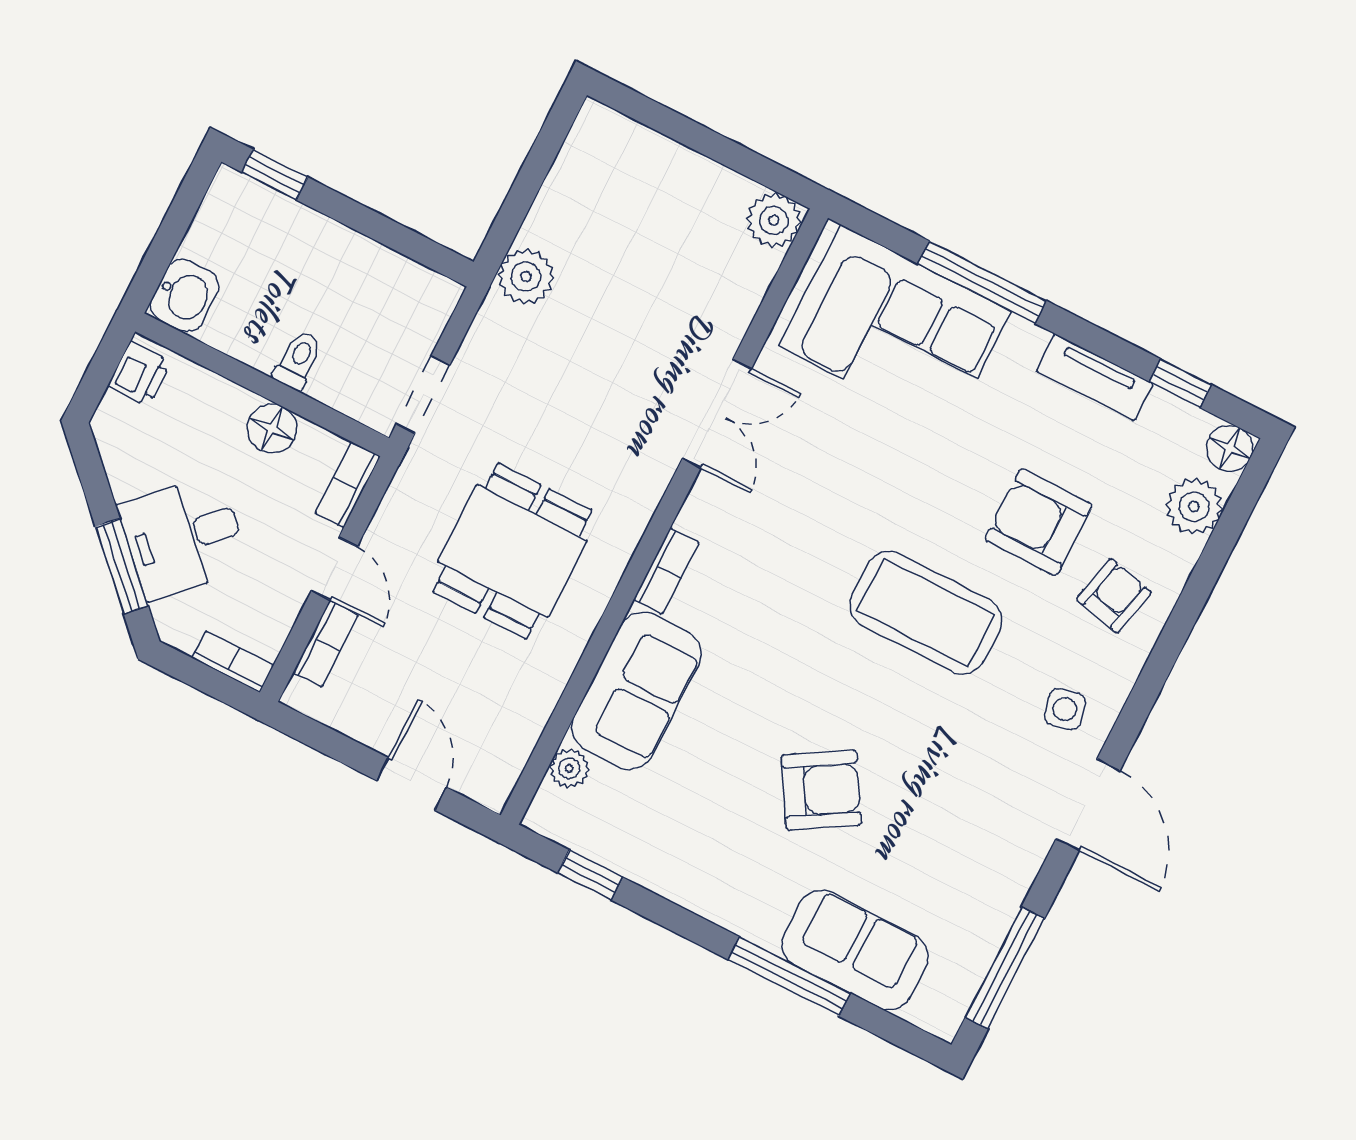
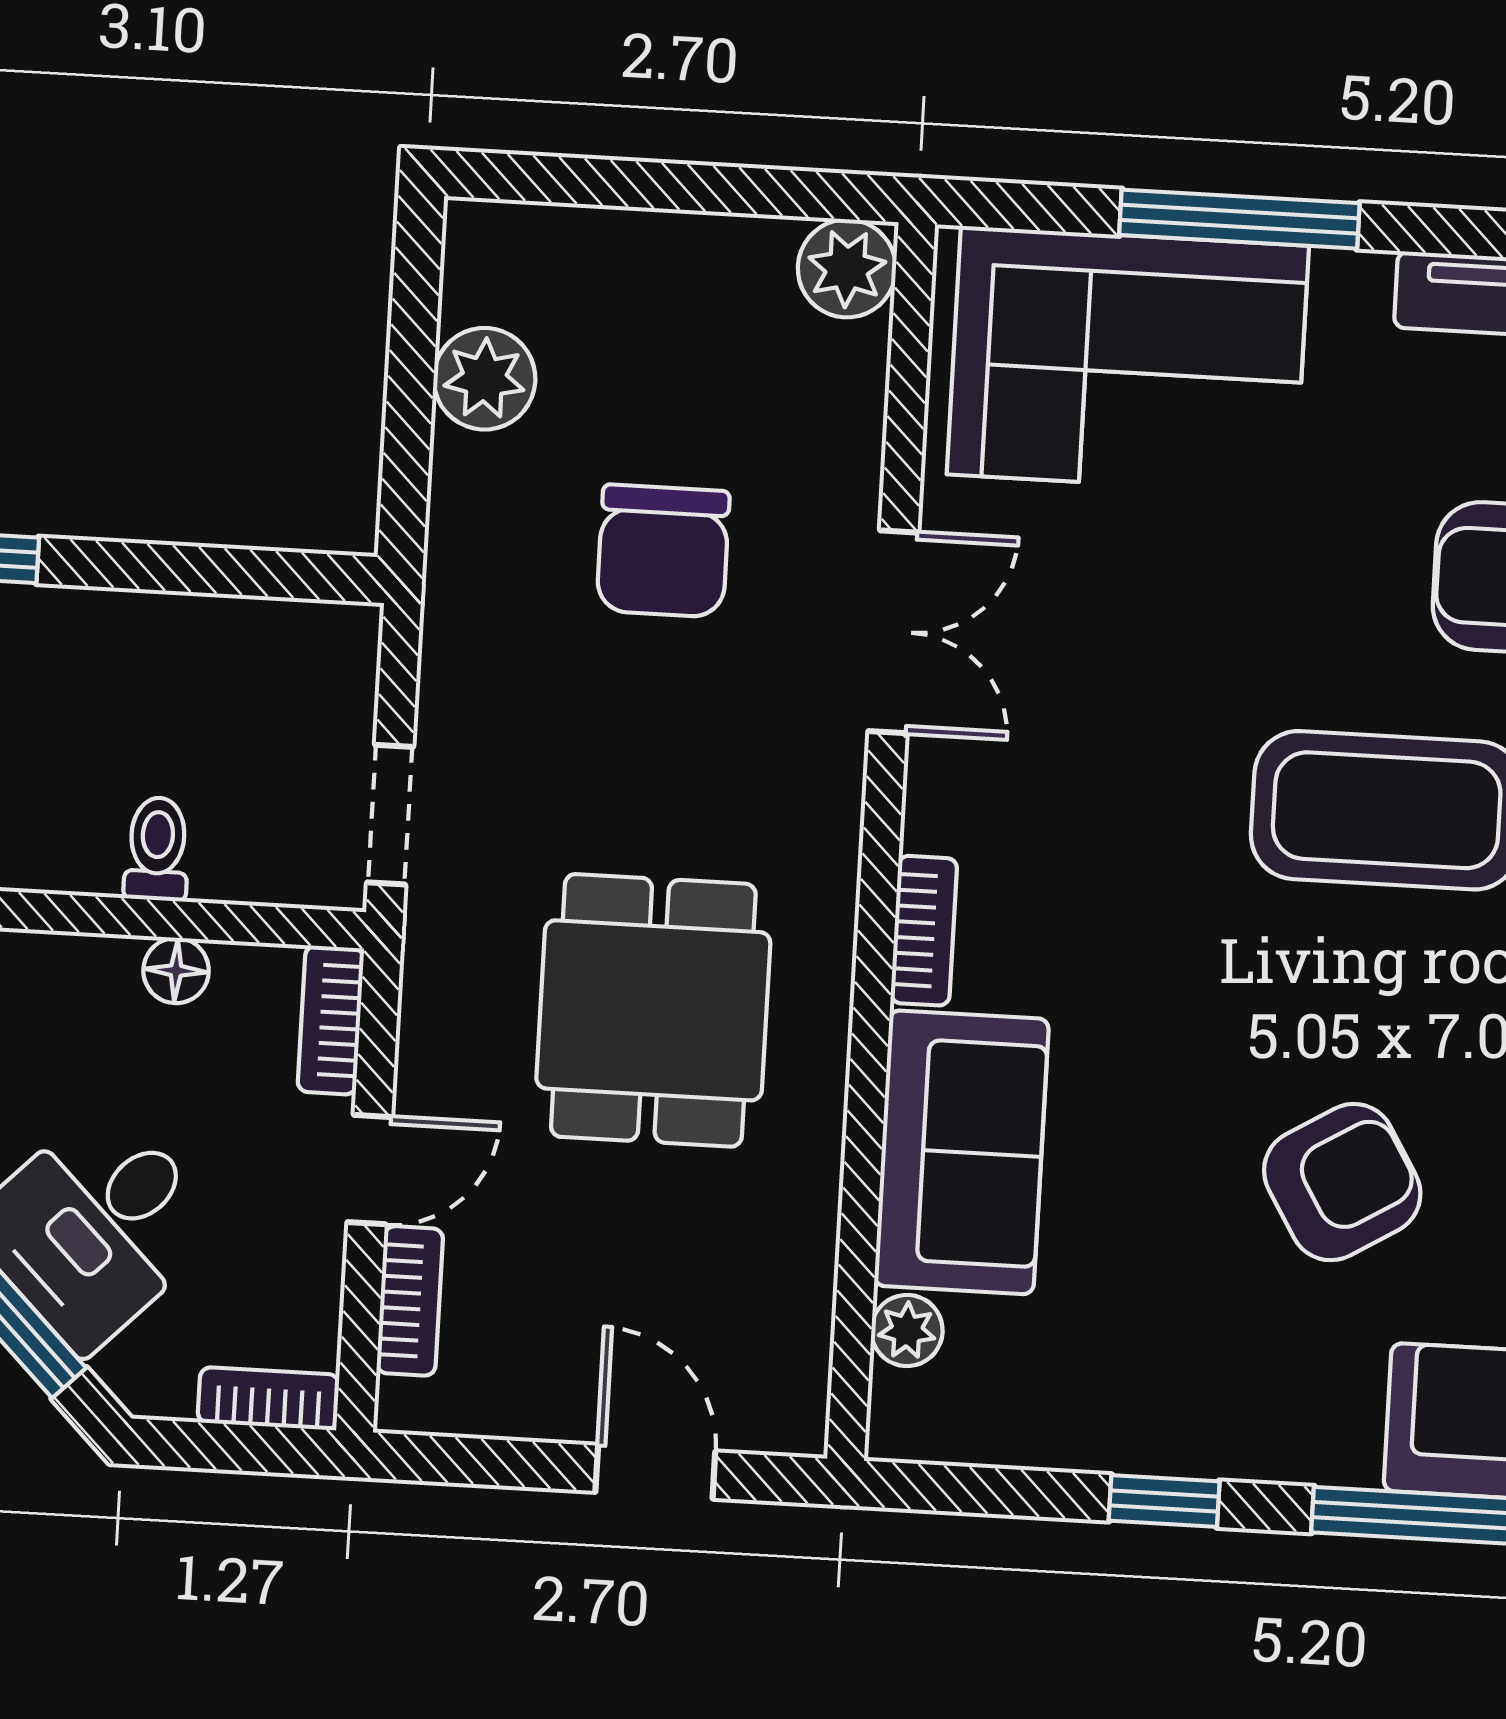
plant: (526, 277) -> (485, 379), moved
chair: (619, 322) -> (663, 551), added
floor lamp: (272, 429) -> (176, 971), width x0.73, depth x0.73
door: (334, 569) -> (370, 1170), hinge flipped
window: (590, 875) -> (1164, 1501), moved

